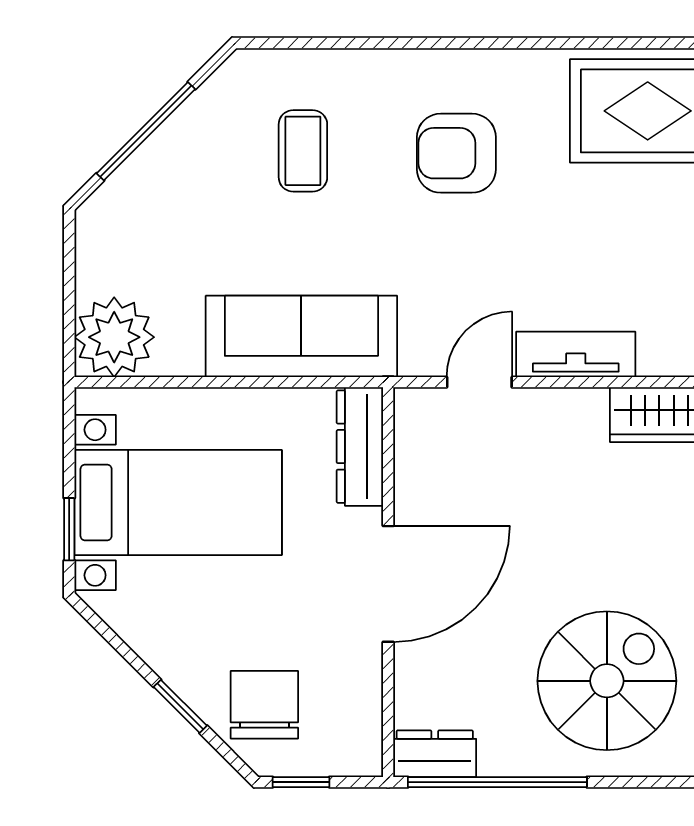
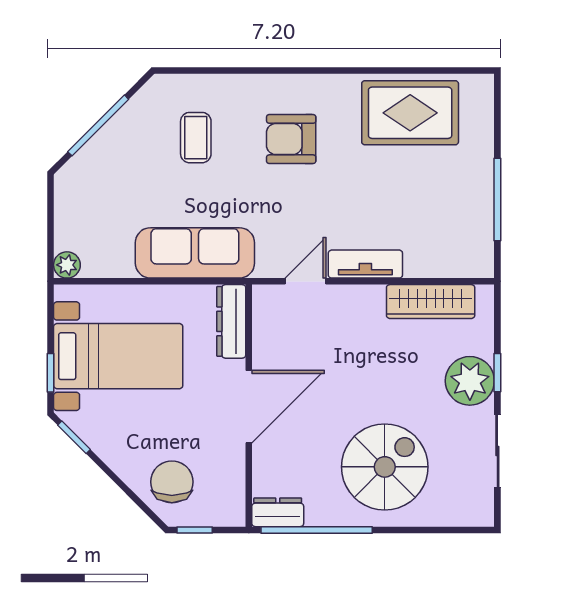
plant: (114, 337) -> (67, 265), width x0.53, depth x0.53
window: (180, 706) -> (74, 437), moved

